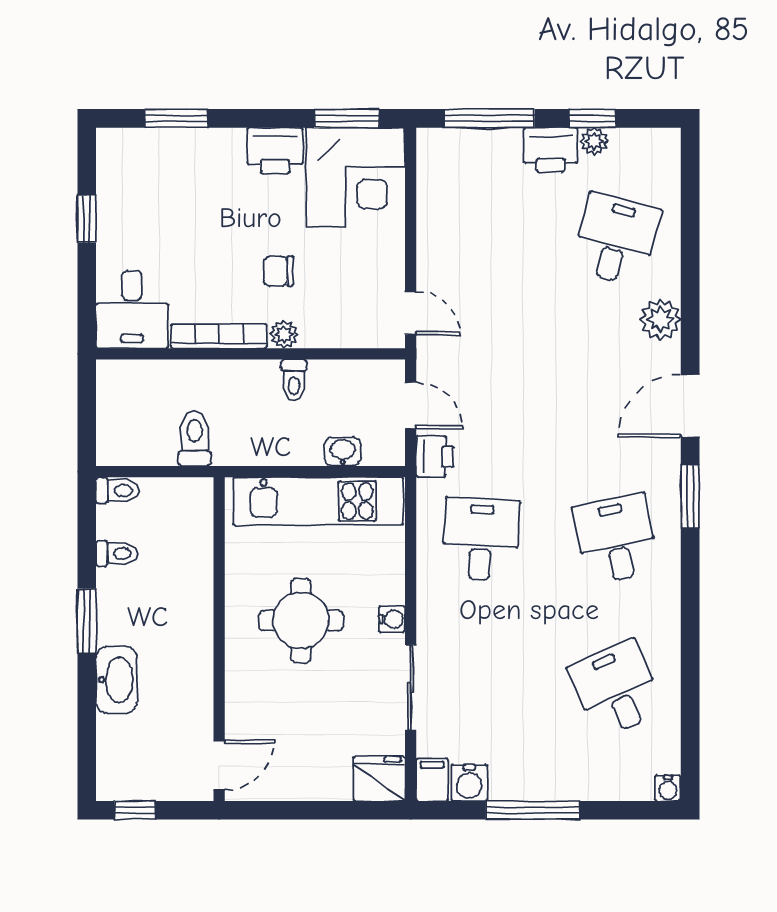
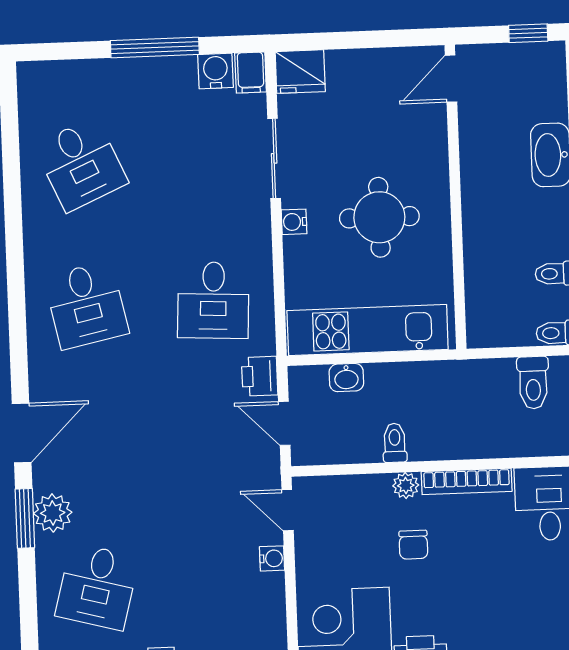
chair: (278, 271) -> (413, 545), turned 90
toilet: (195, 438) -> (533, 383), moved
window: (690, 496) -> (25, 518), moved
water cooler: (668, 788) -> (272, 558), moved, turned 90

